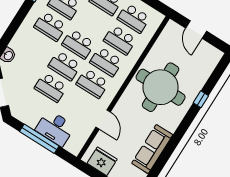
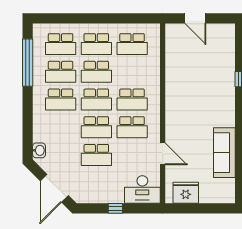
school desk: (120, 40) -> (96, 72), moved
round table: (161, 87) -> (196, 91), removed
desk: (55, 128) -> (142, 189), moved
window: (39, 139) -> (115, 208), width x0.32

